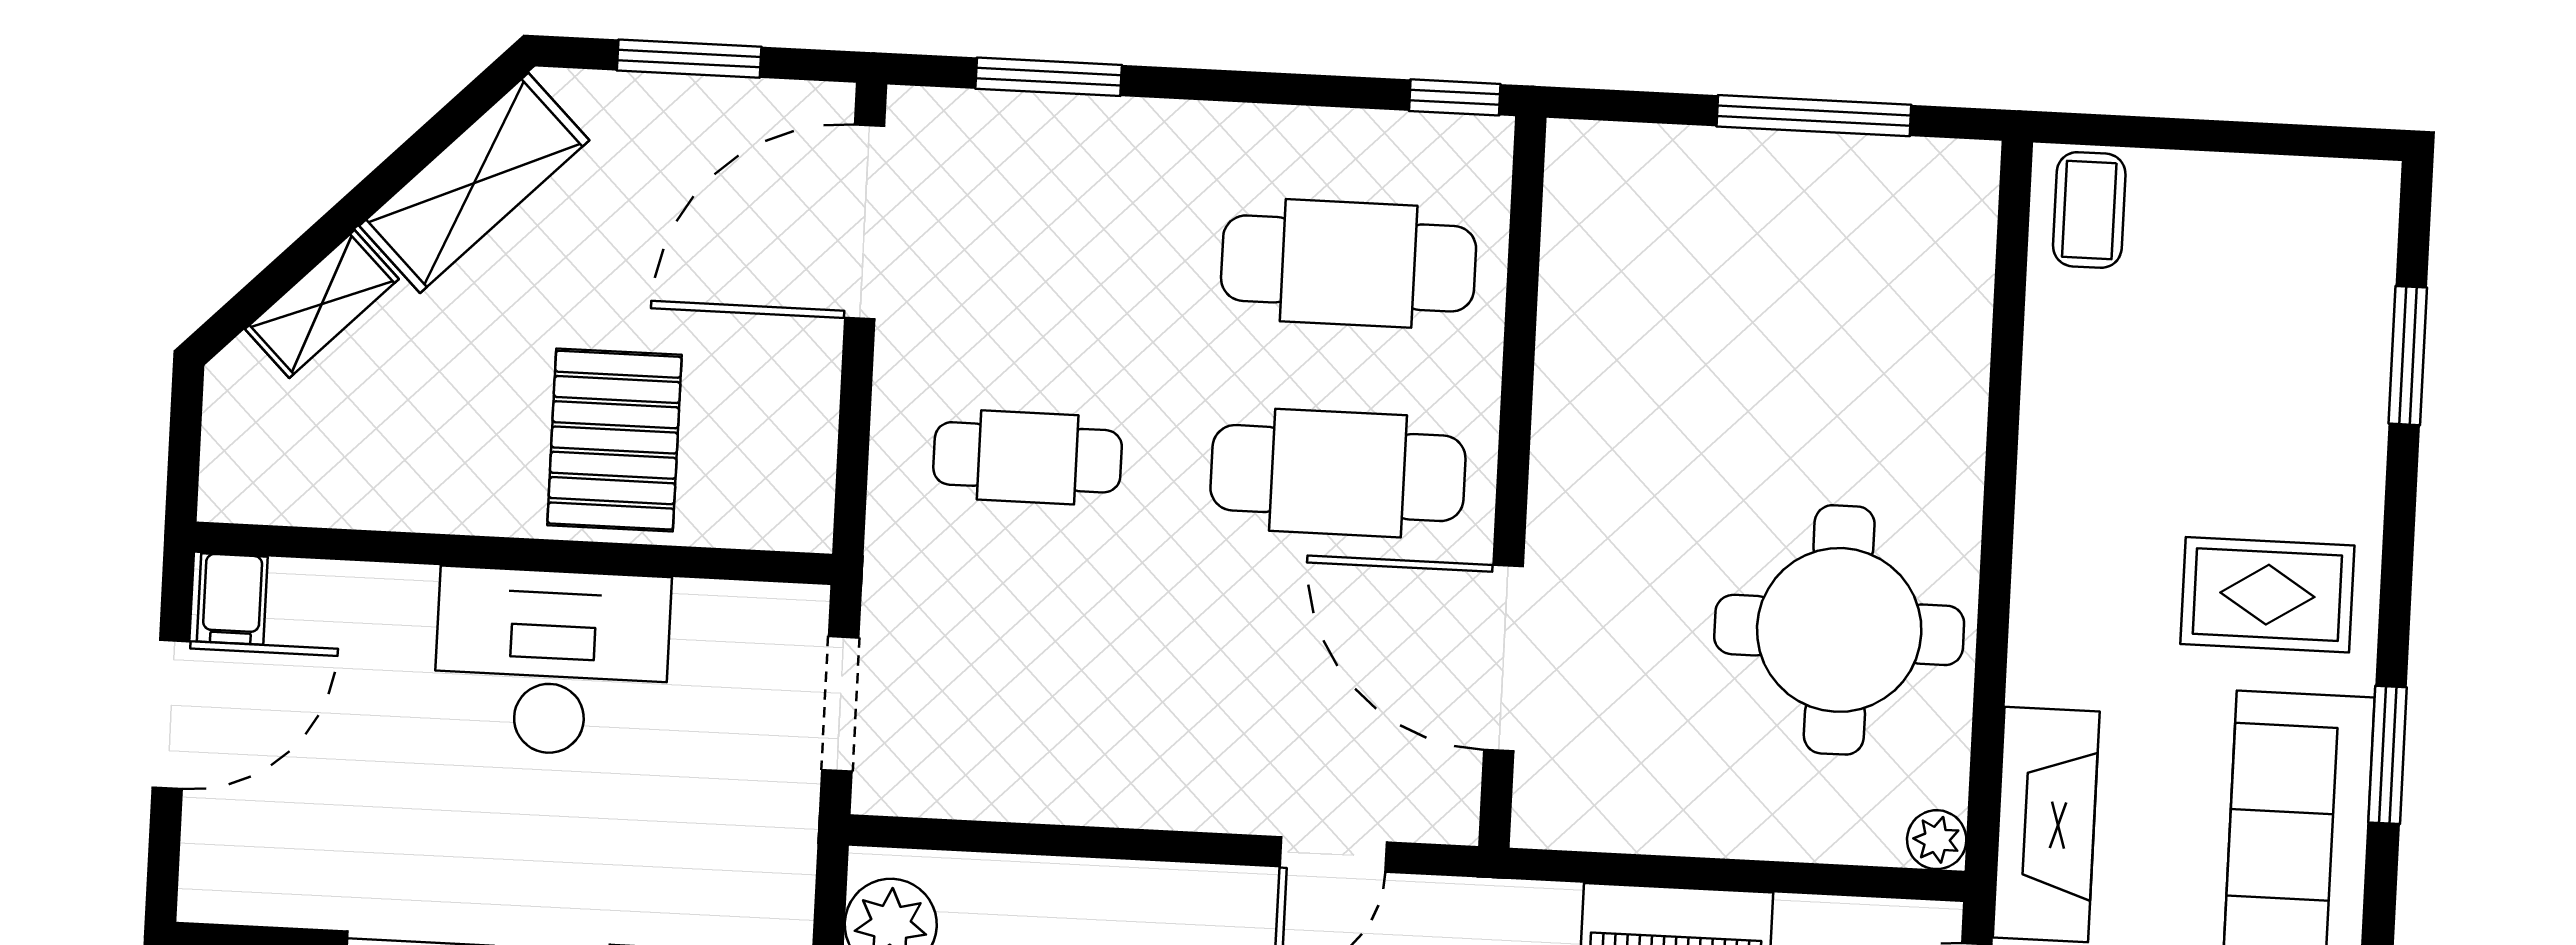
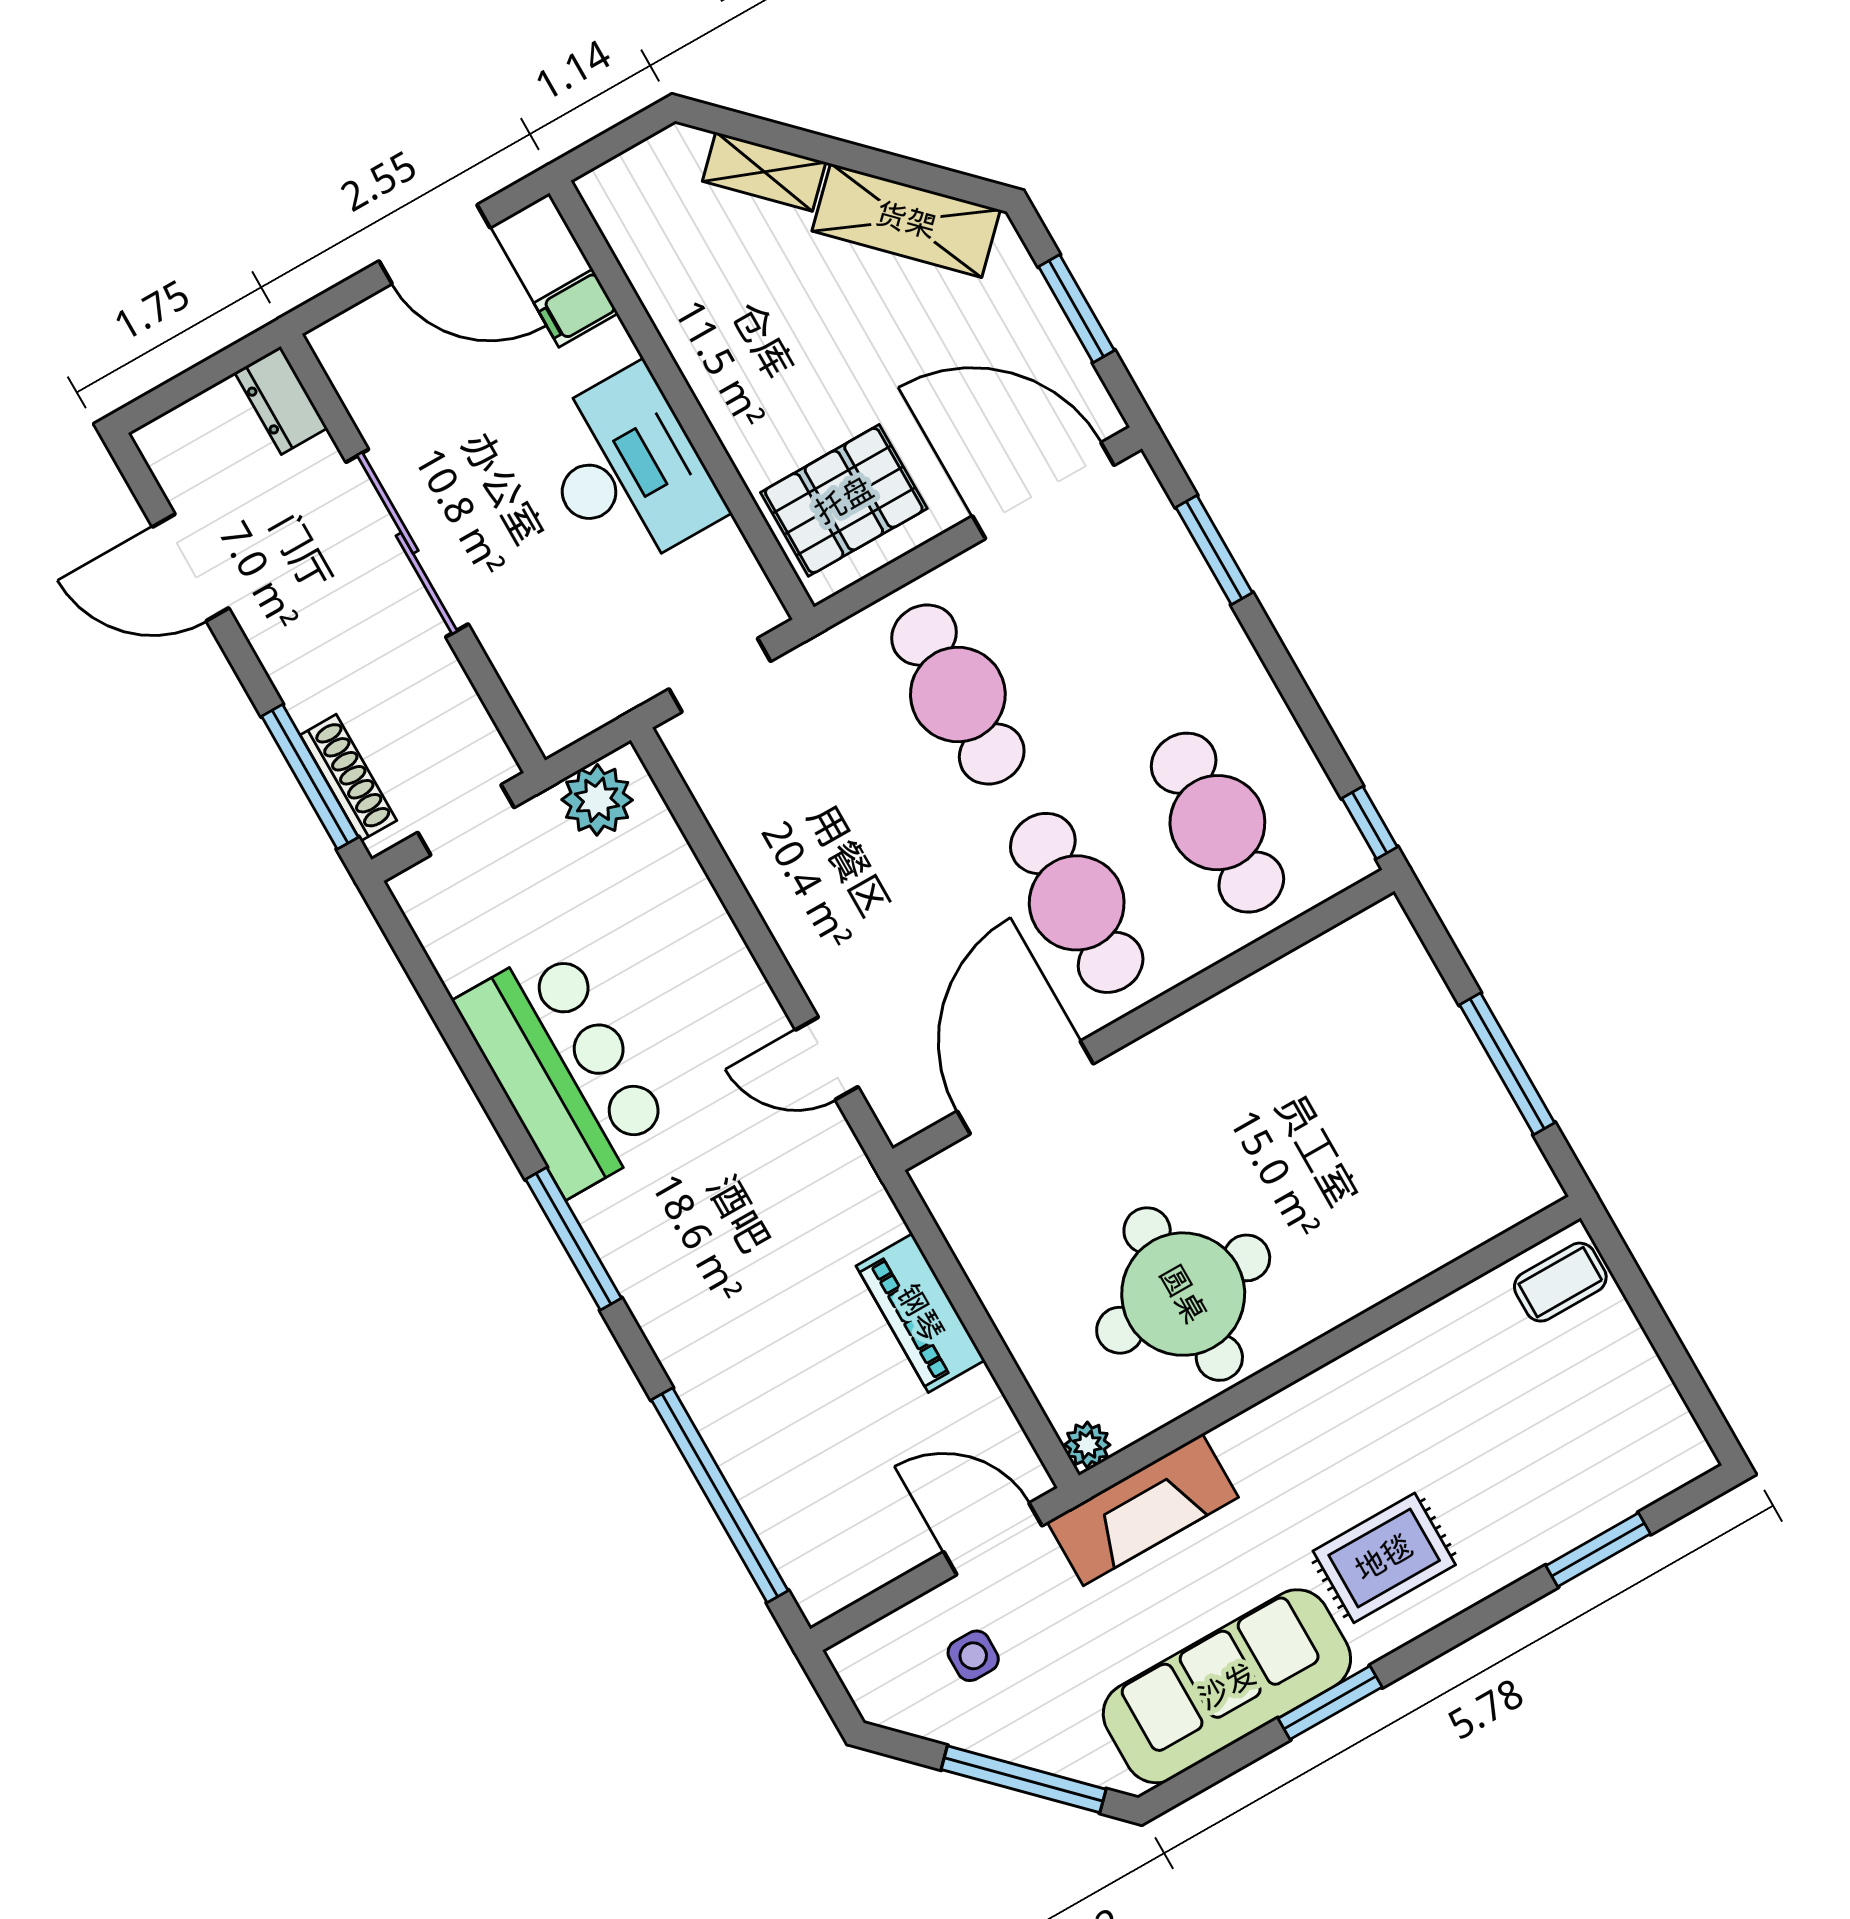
pallet: (614, 440) -> (844, 500), moved
cafe table: (1028, 457) -> (958, 695), width x1.37, depth x1.35
rug: (2267, 595) -> (1384, 1558), turned 90
filing cabinet: (232, 599) -> (576, 308), moved

